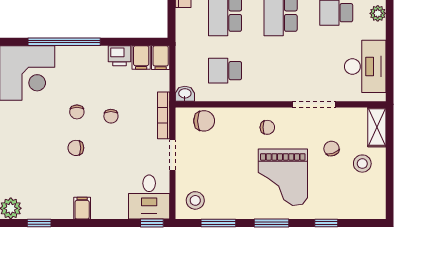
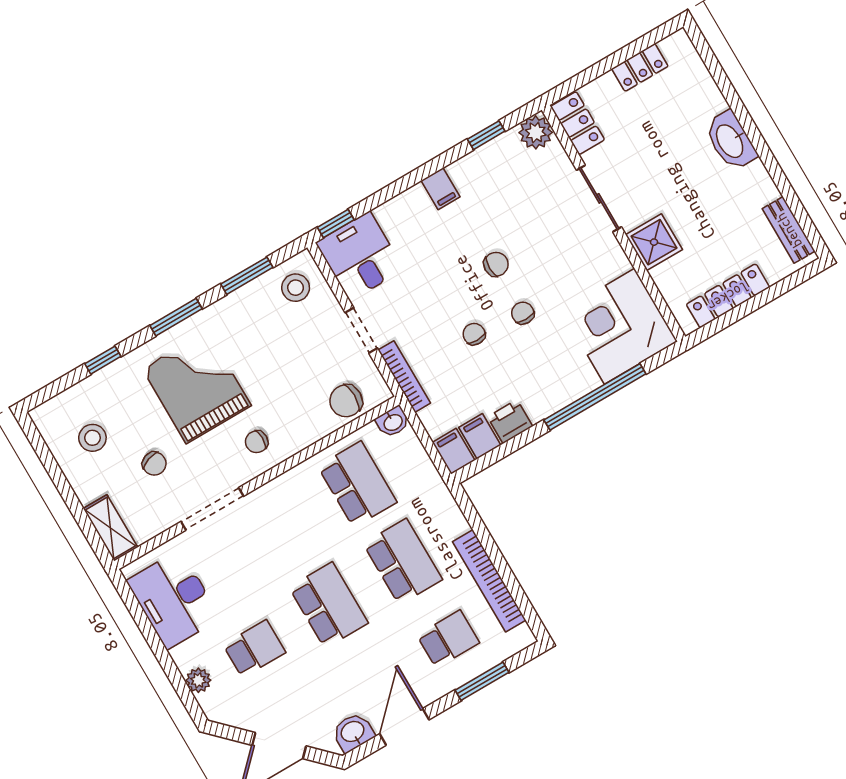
school desk: (225, 71) -> (357, 484), width x1.85
stool: (362, 164) -> (92, 438), moved

